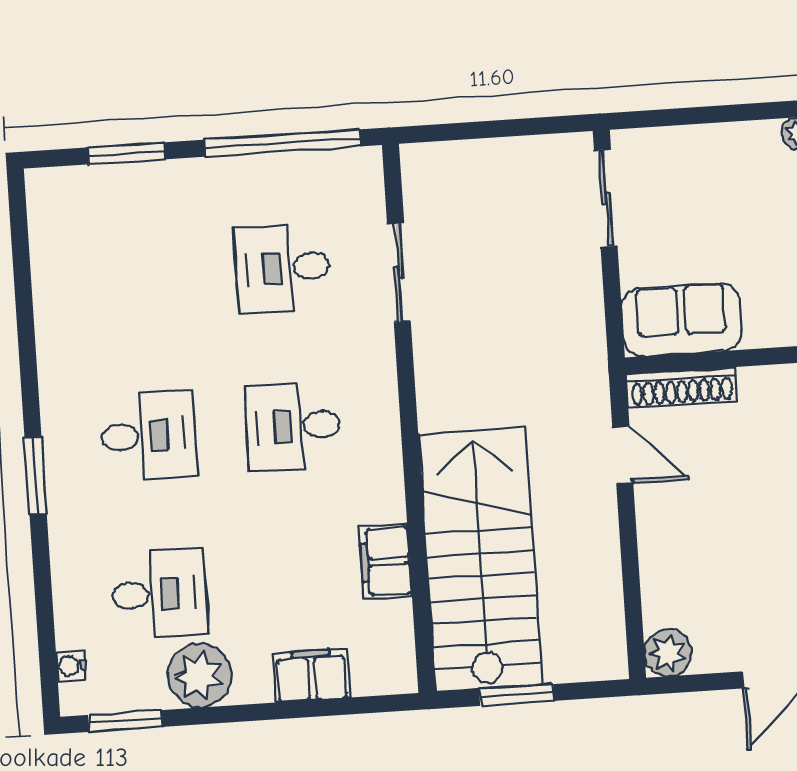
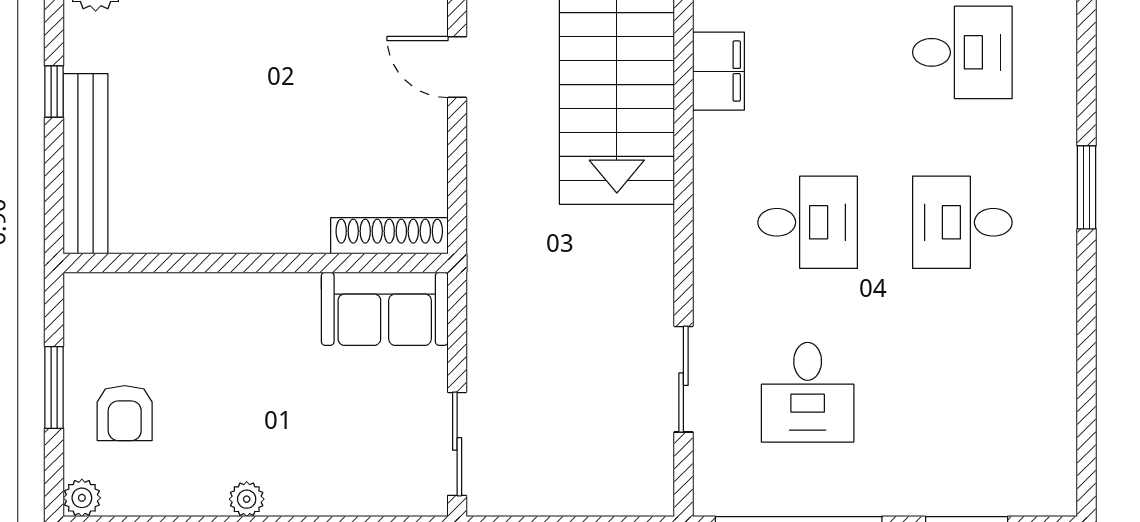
desk: (283, 268) -> (808, 392), turned 90
door: (623, 455) -> (457, 67), moved
desk: (159, 594) -> (962, 52), turned 180

